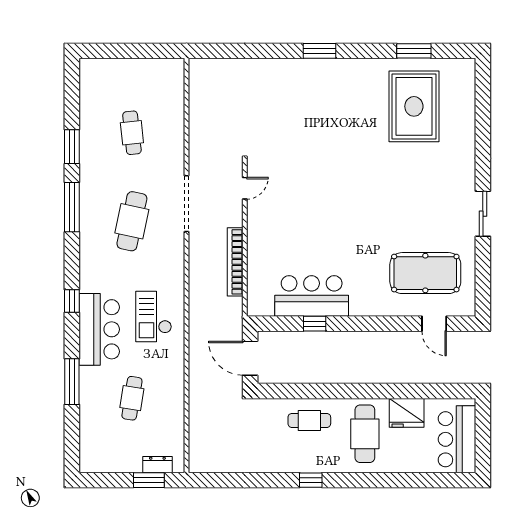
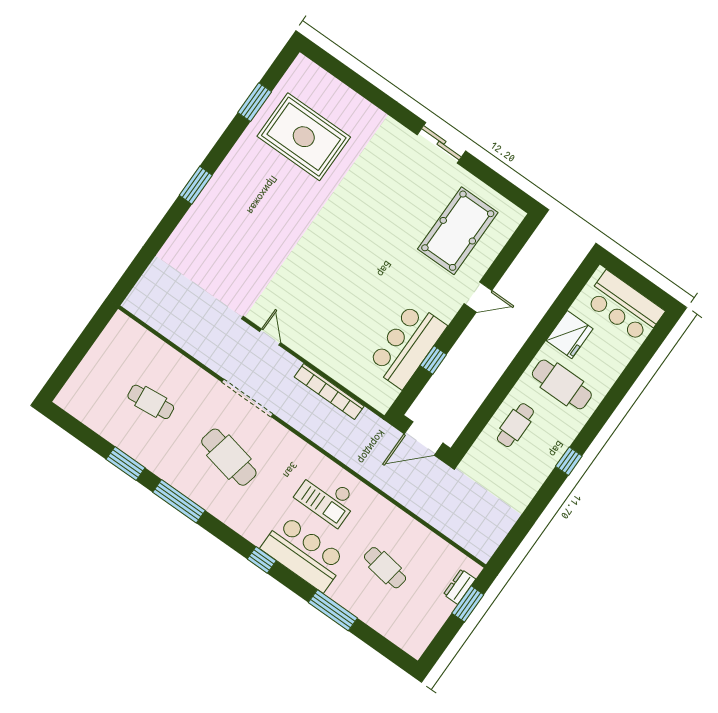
door: (434, 324) -> (478, 297), moved

